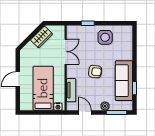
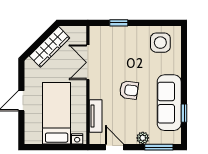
wardrobe: (42, 37) -> (49, 47), width x1.50
side table: (105, 37) -> (160, 43), moved
double door: (66, 52) -> (88, 62), swing flipped

